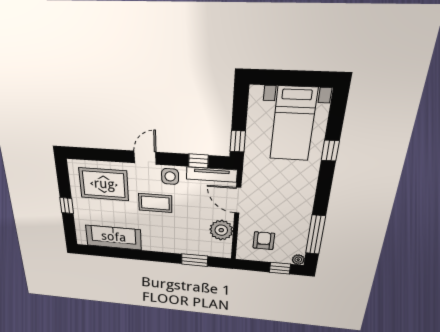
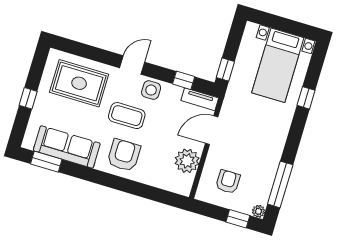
tv unit: (212, 175) -> (200, 99), width x0.71
door: (238, 200) -> (212, 130), hinge flipped
armchair: (164, 235) -> (124, 155), added
window: (195, 260) -> (46, 162), moved

